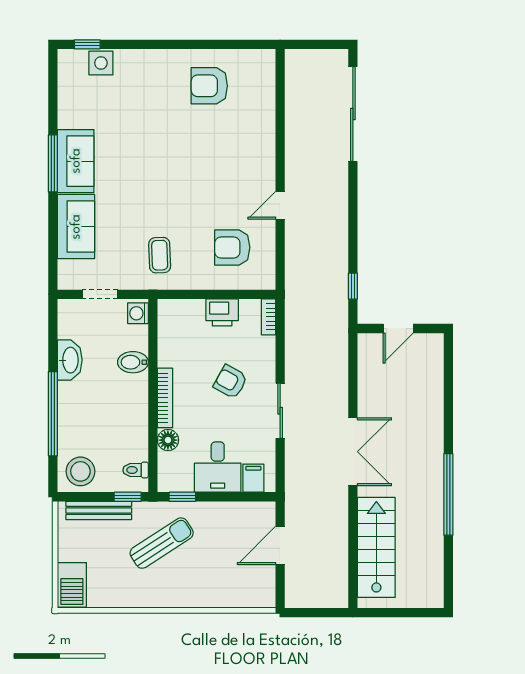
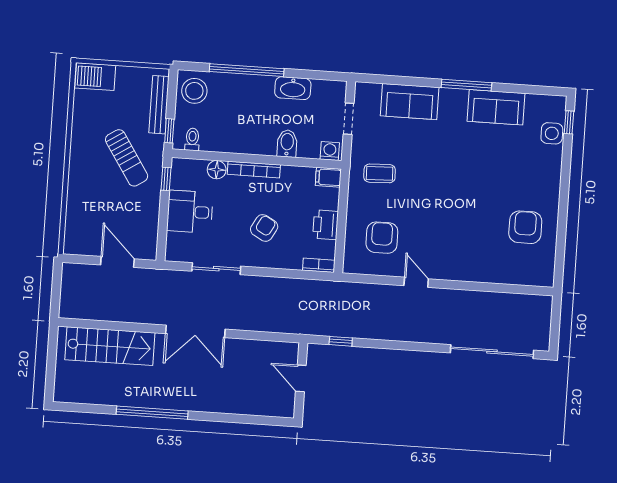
sofa: (76, 161) -> (496, 107), moved
sliding door: (280, 411) -> (216, 269), moved
filing cabinet: (253, 478) -> (328, 177), moved, turned 180

